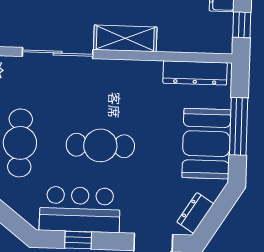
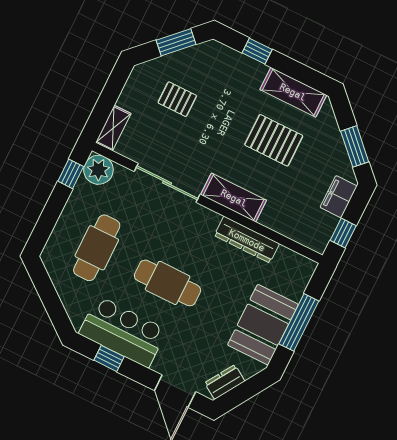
dresser: (195, 73) -> (247, 240), moved

